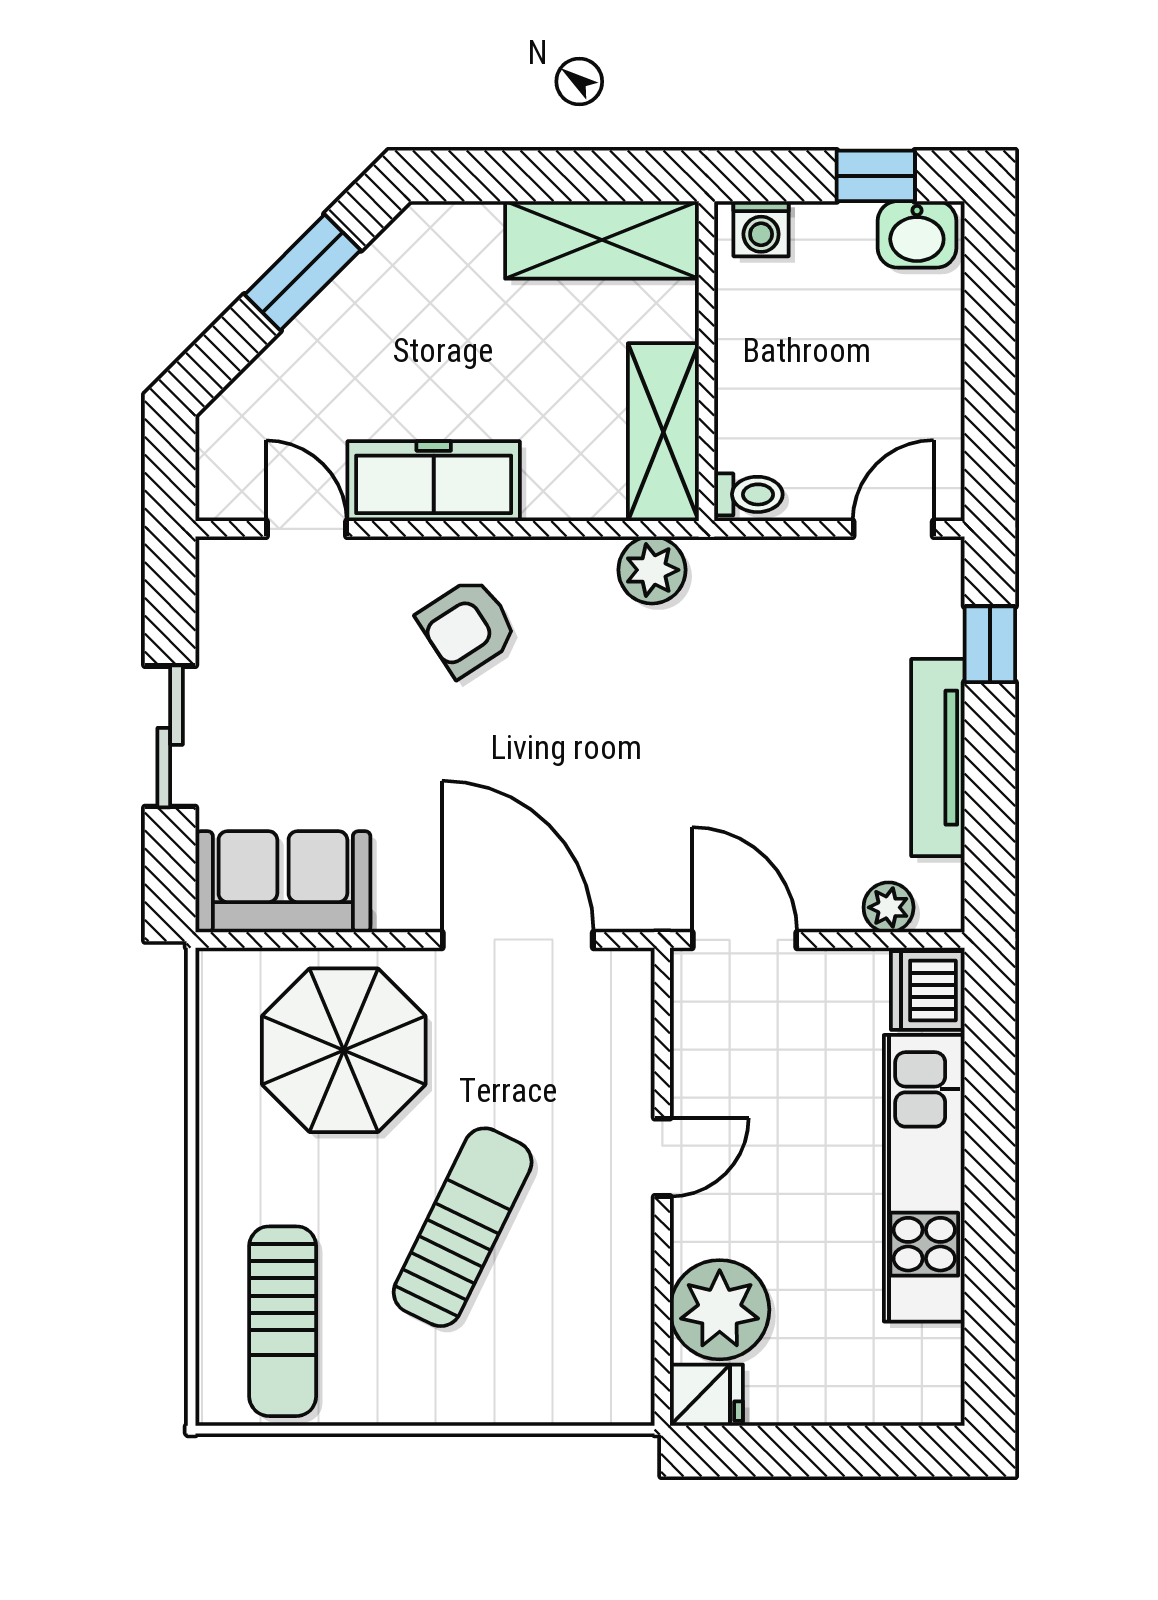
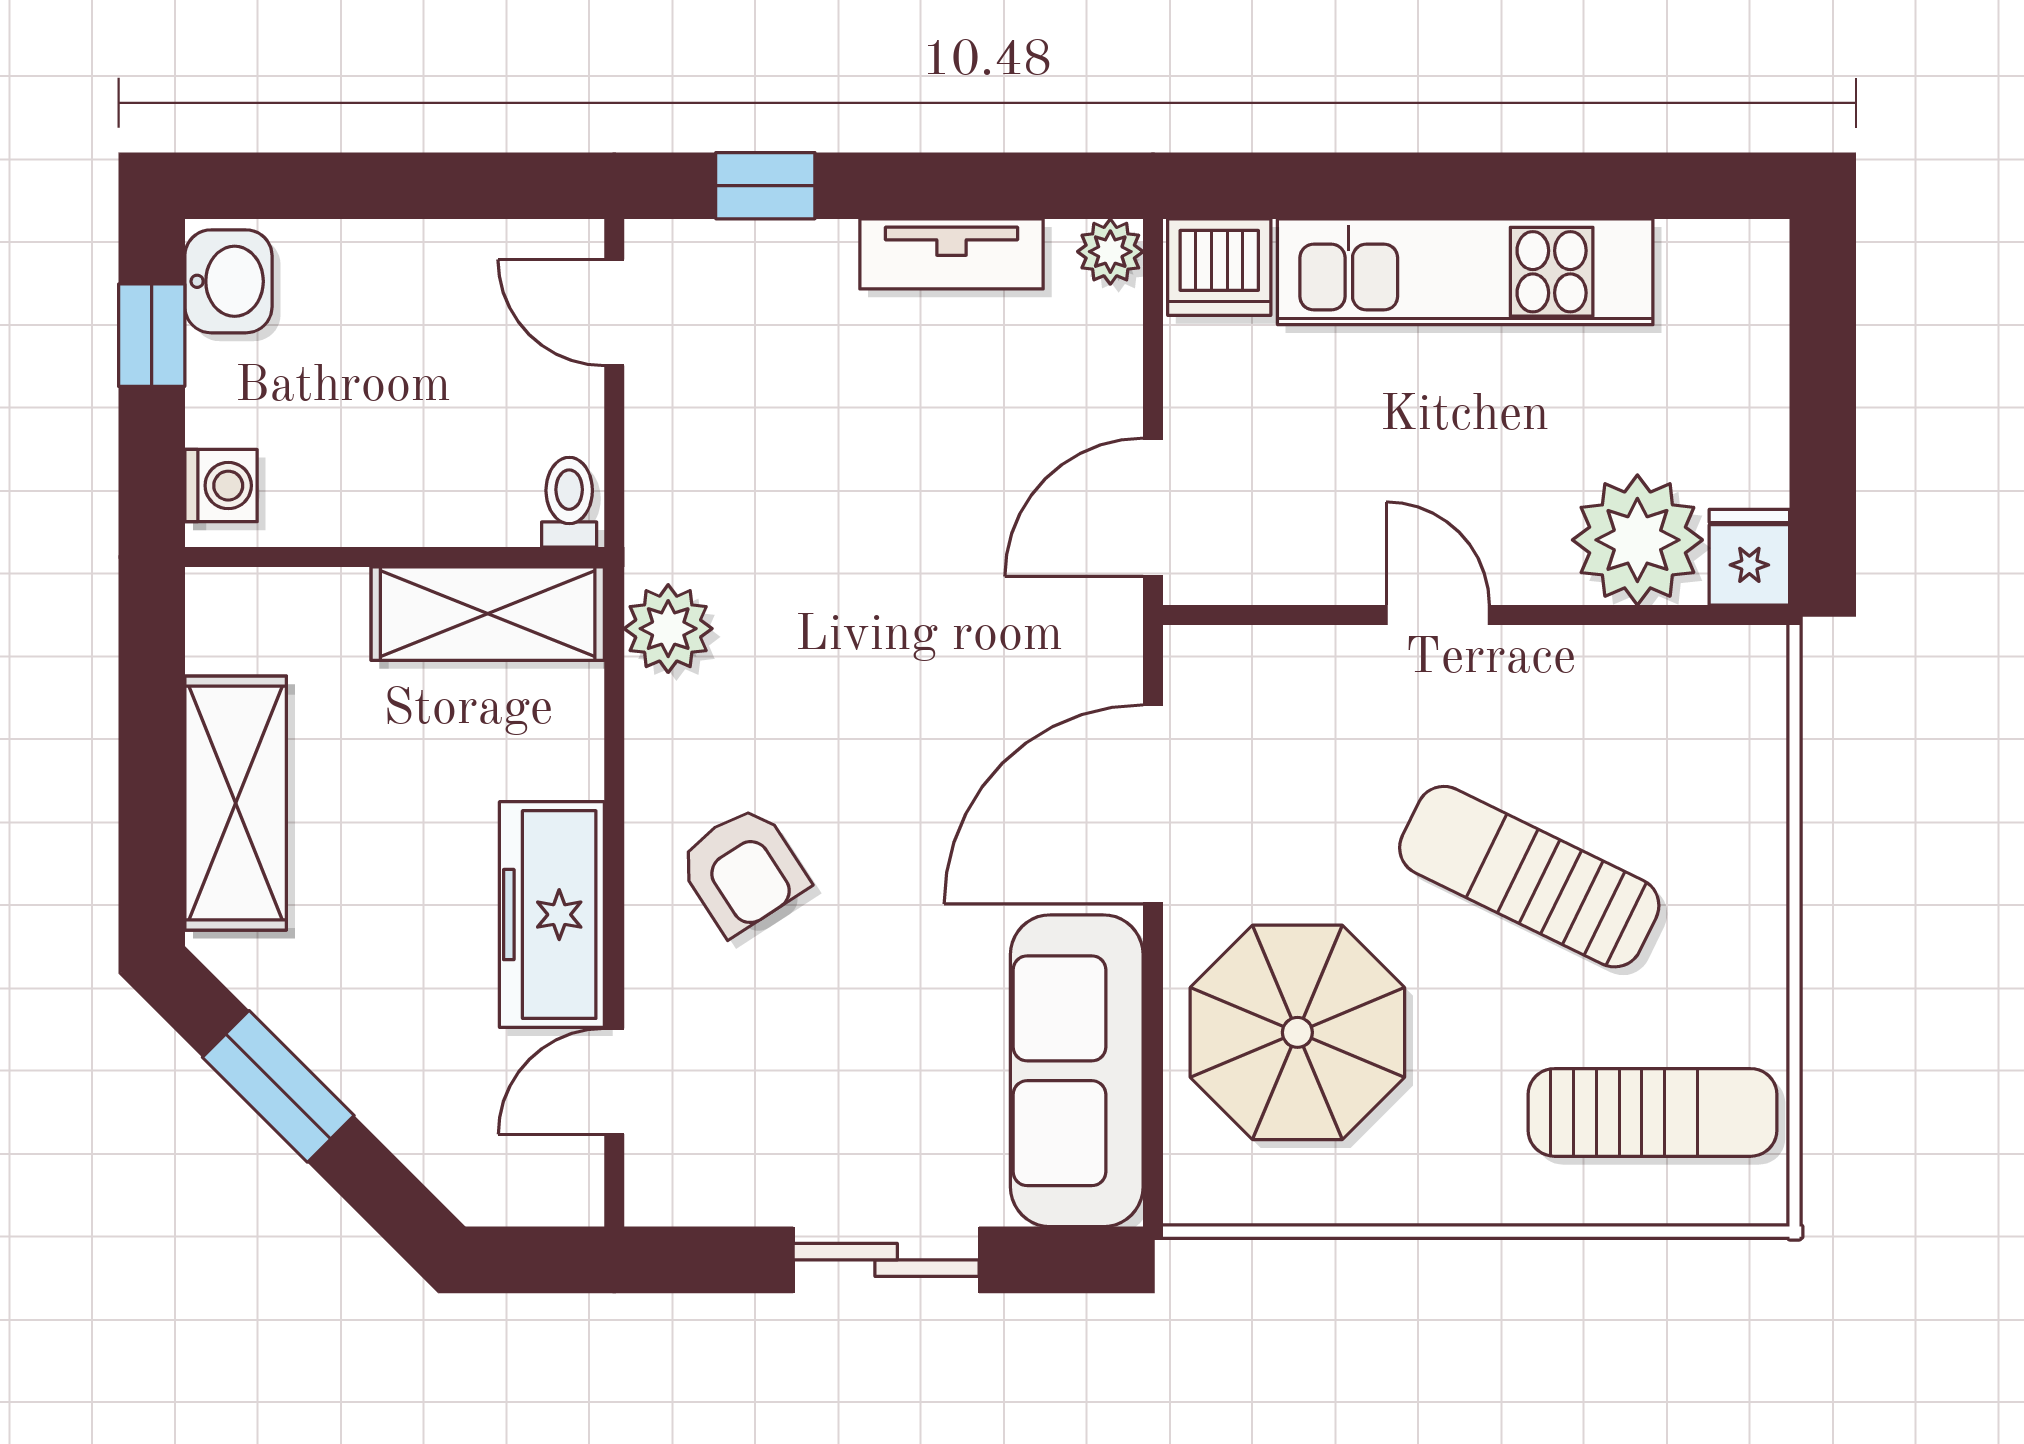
shelving: (602, 240) -> (236, 803), moved
tv unit: (938, 758) -> (952, 254), width x0.71
sofa: (283, 882) -> (1077, 1071), width x1.36
plant: (889, 907) -> (1110, 252), moved

